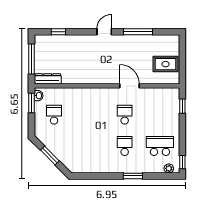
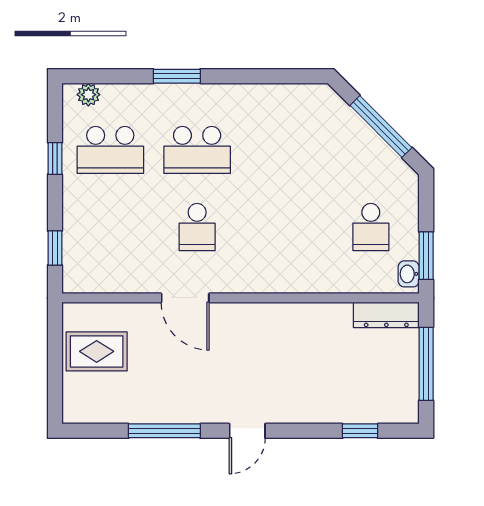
school desk: (125, 146) -> (197, 150), width x1.85
window: (50, 156) -> (381, 126), width x1.44
window: (182, 162) -> (55, 158), moved

